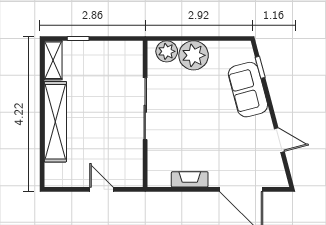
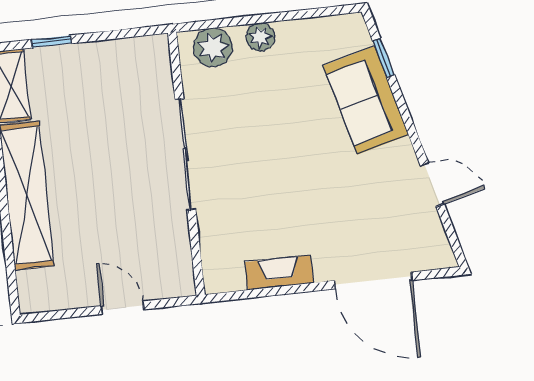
plant: (194, 55) -> (260, 37), width x0.53, depth x0.53

